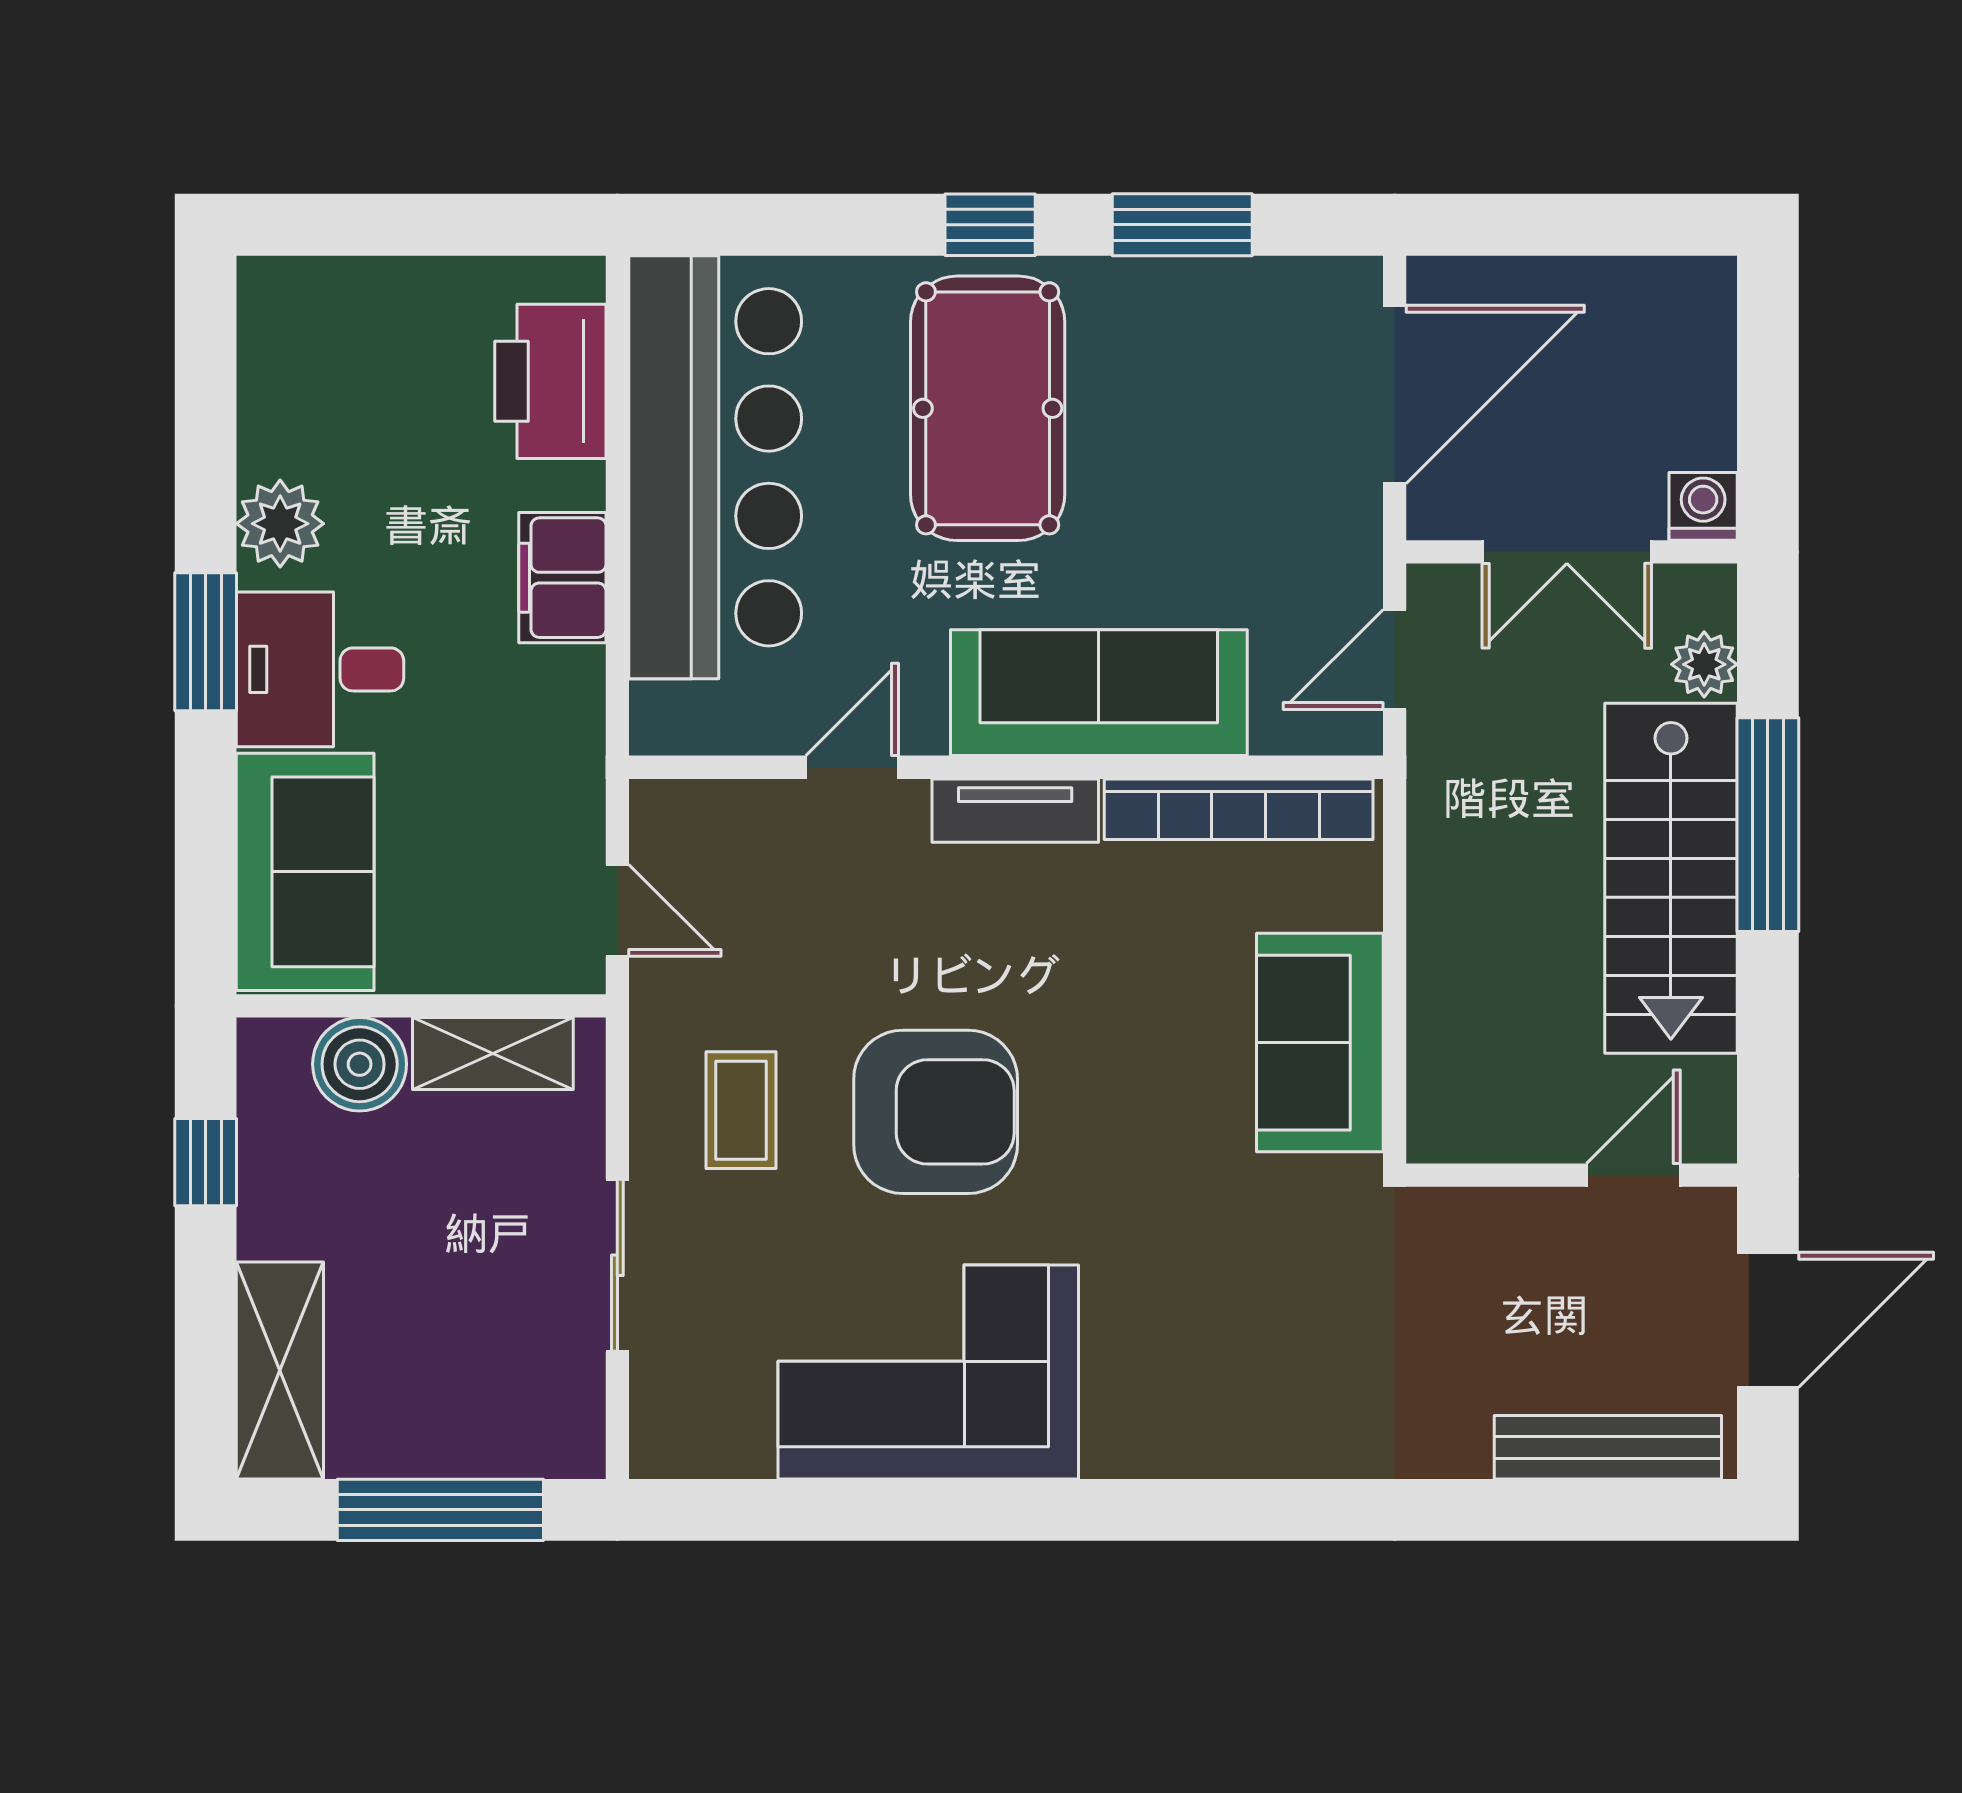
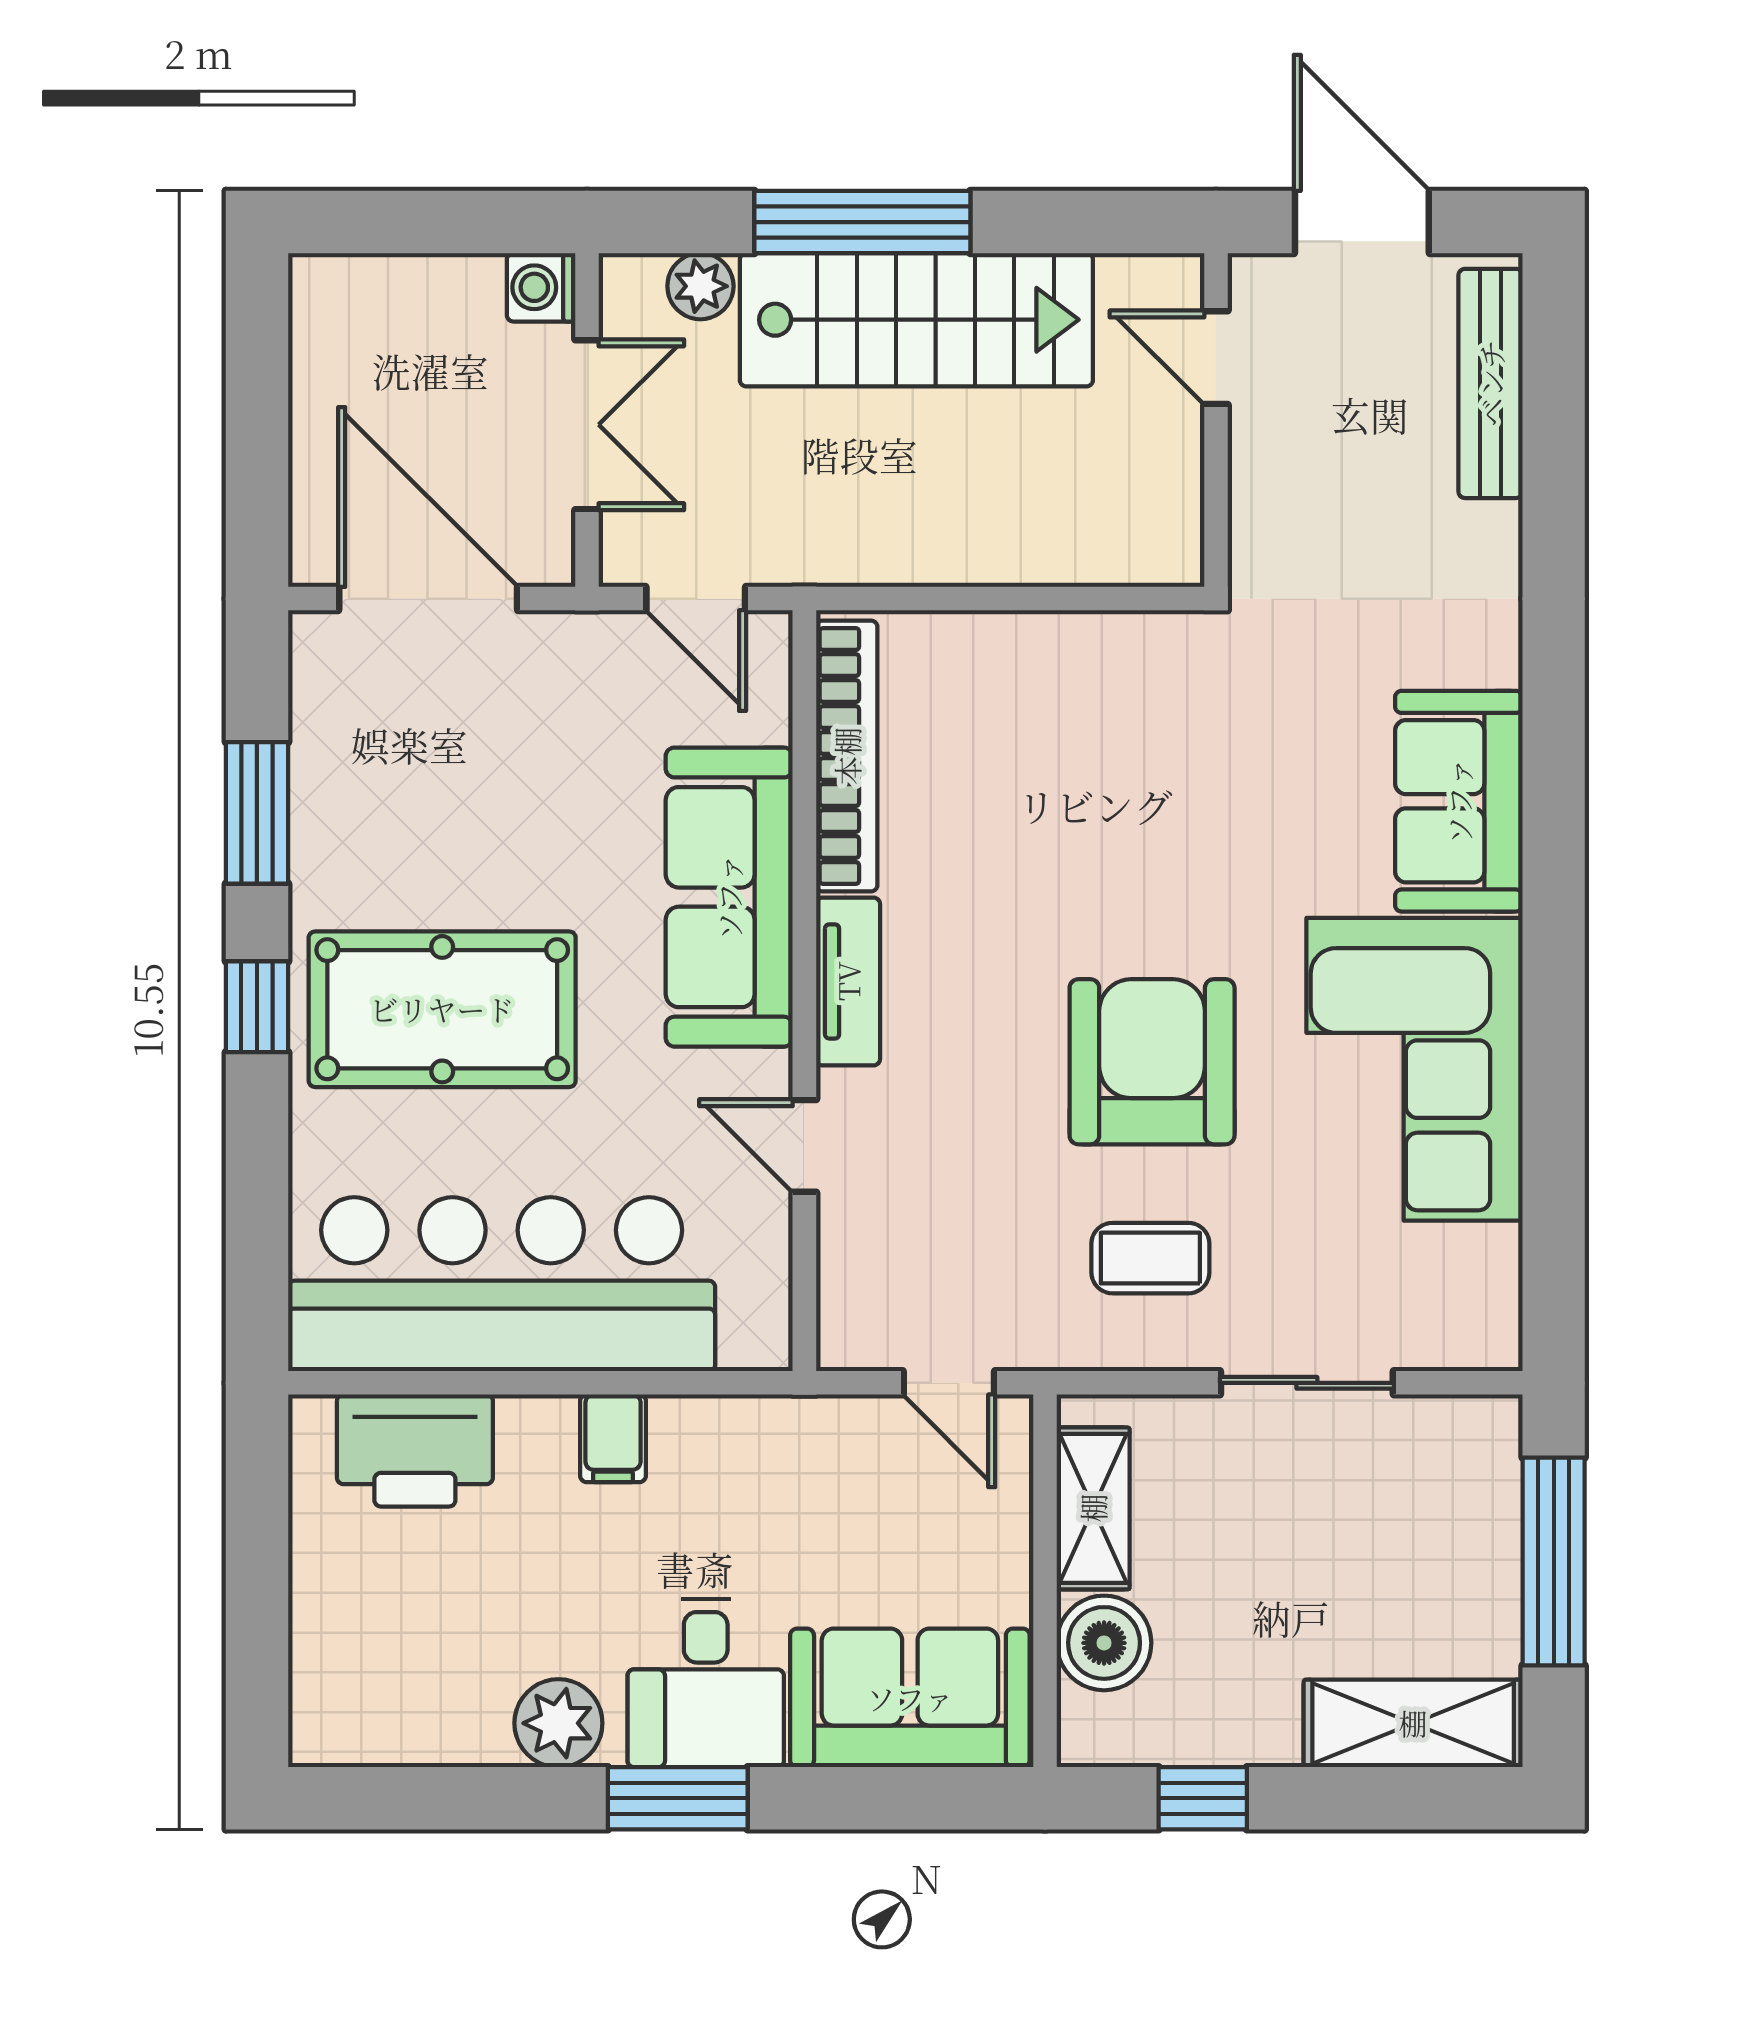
filing cabinet: (562, 578) -> (613, 1438), width x0.50
door: (617, 910) -> (949, 1383), swing flipped
sofa: (1320, 1043) -> (1459, 801), moved, turned 90

